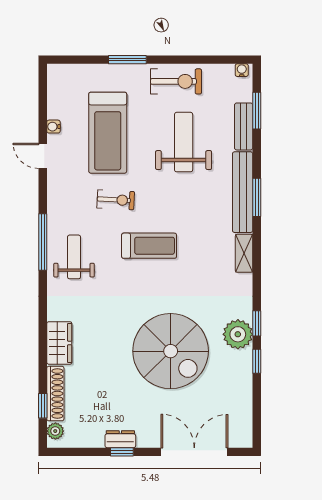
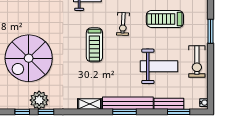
treadmill: (108, 133) -> (165, 19), width x0.73, depth x0.73

